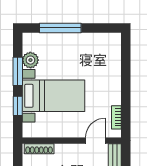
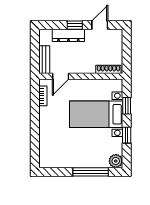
plant: (30, 60) -> (116, 161), moved
window: (18, 71) -> (127, 135), width x0.67

